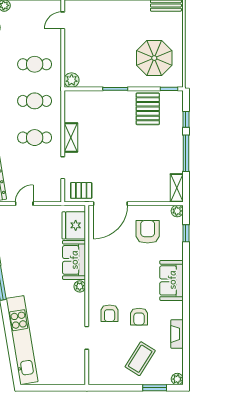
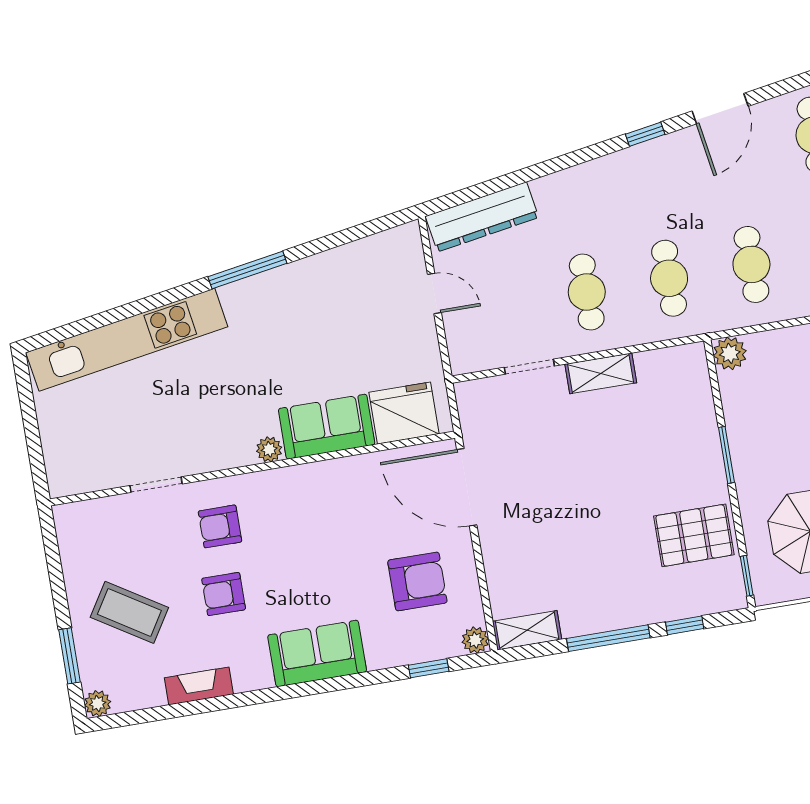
pallet: (81, 190) -> (485, 417), removed

